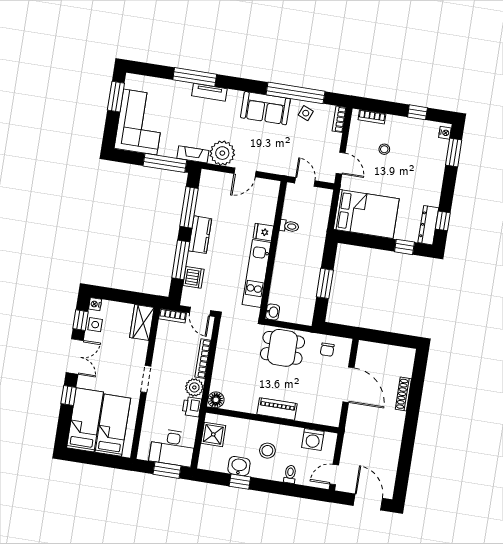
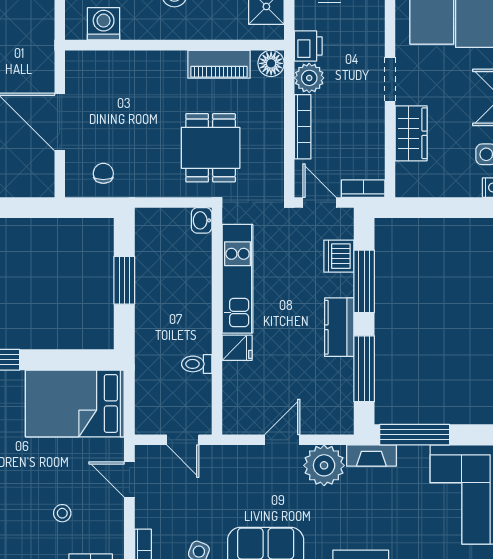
wardrobe: (142, 322) -> (411, 133), moved
dining table: (283, 348) -> (211, 148), moved, turned 90
piano: (277, 409) -> (219, 64), moved

